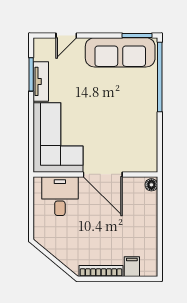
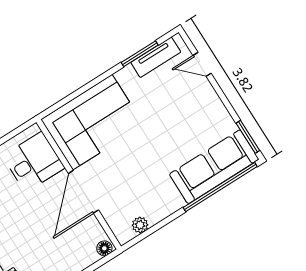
sofa: (120, 52) -> (214, 167), moved, turned 90
tv unit: (41, 81) -> (156, 57), moved
plant: (151, 150) -> (140, 225), added

